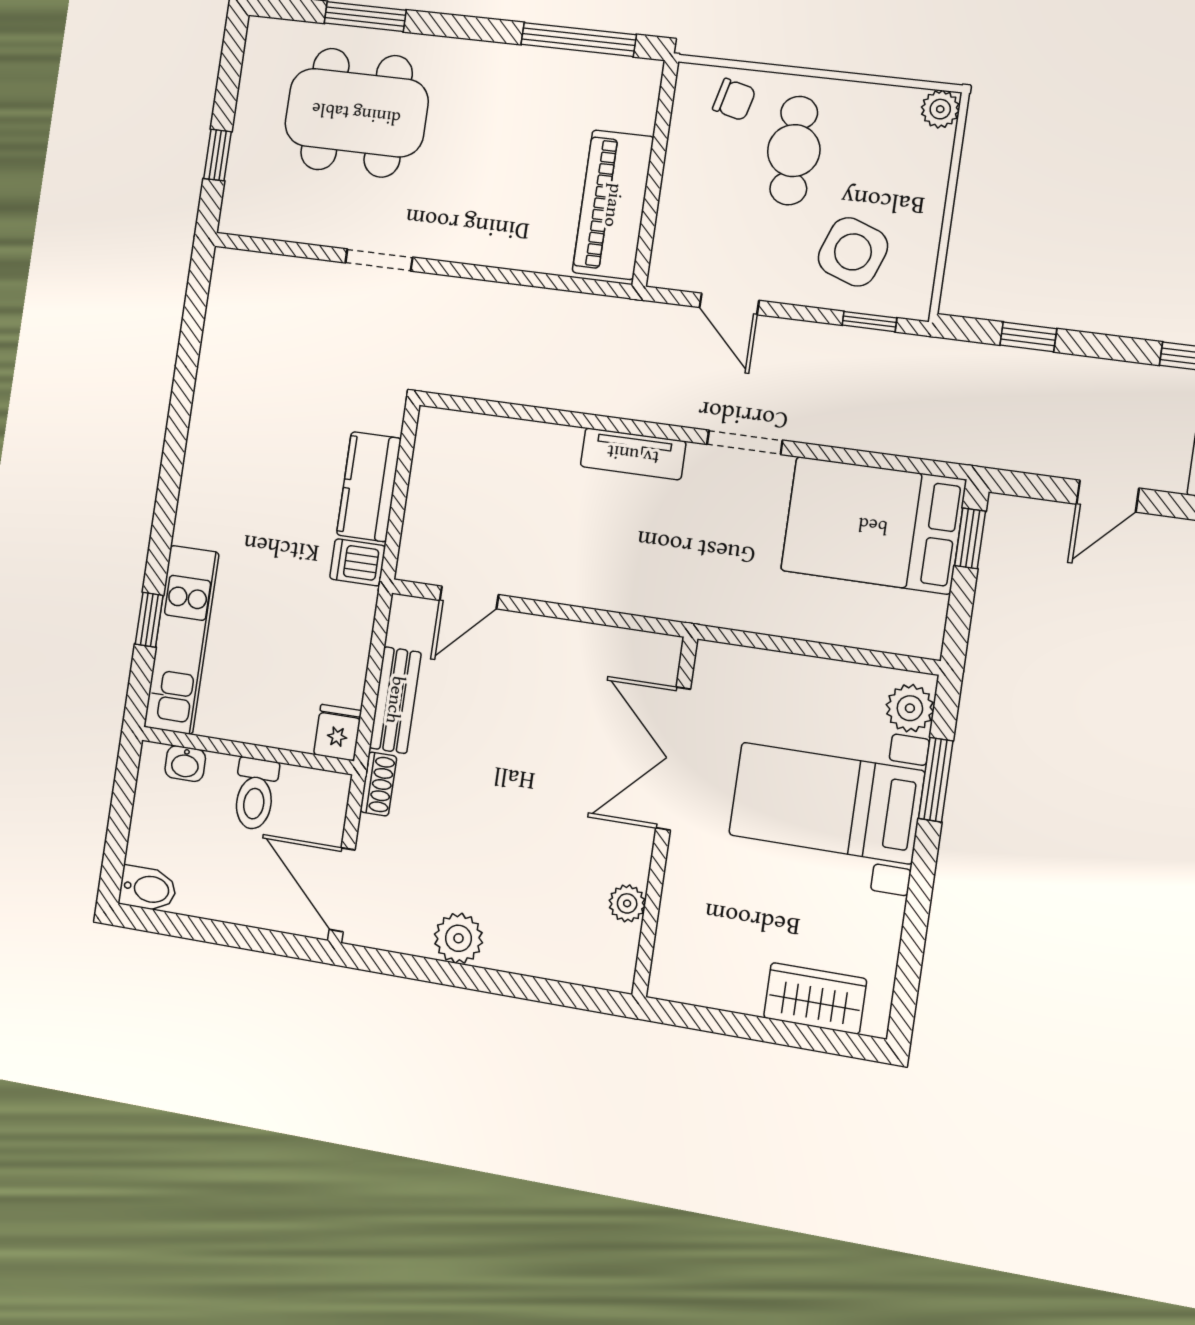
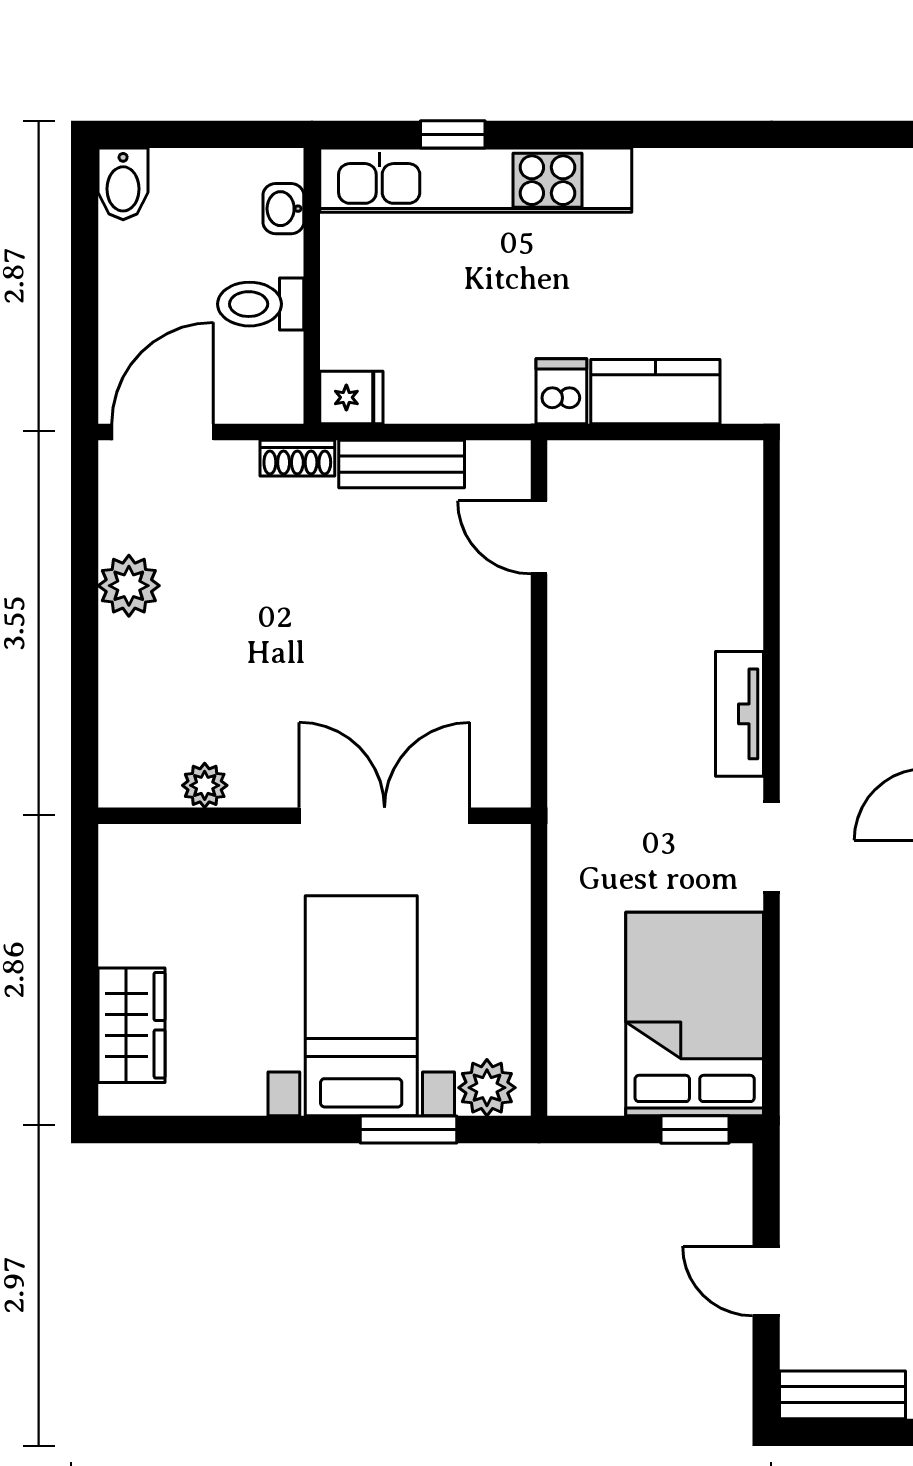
kitchen unit: (181, 640) -> (476, 180), width x1.36

